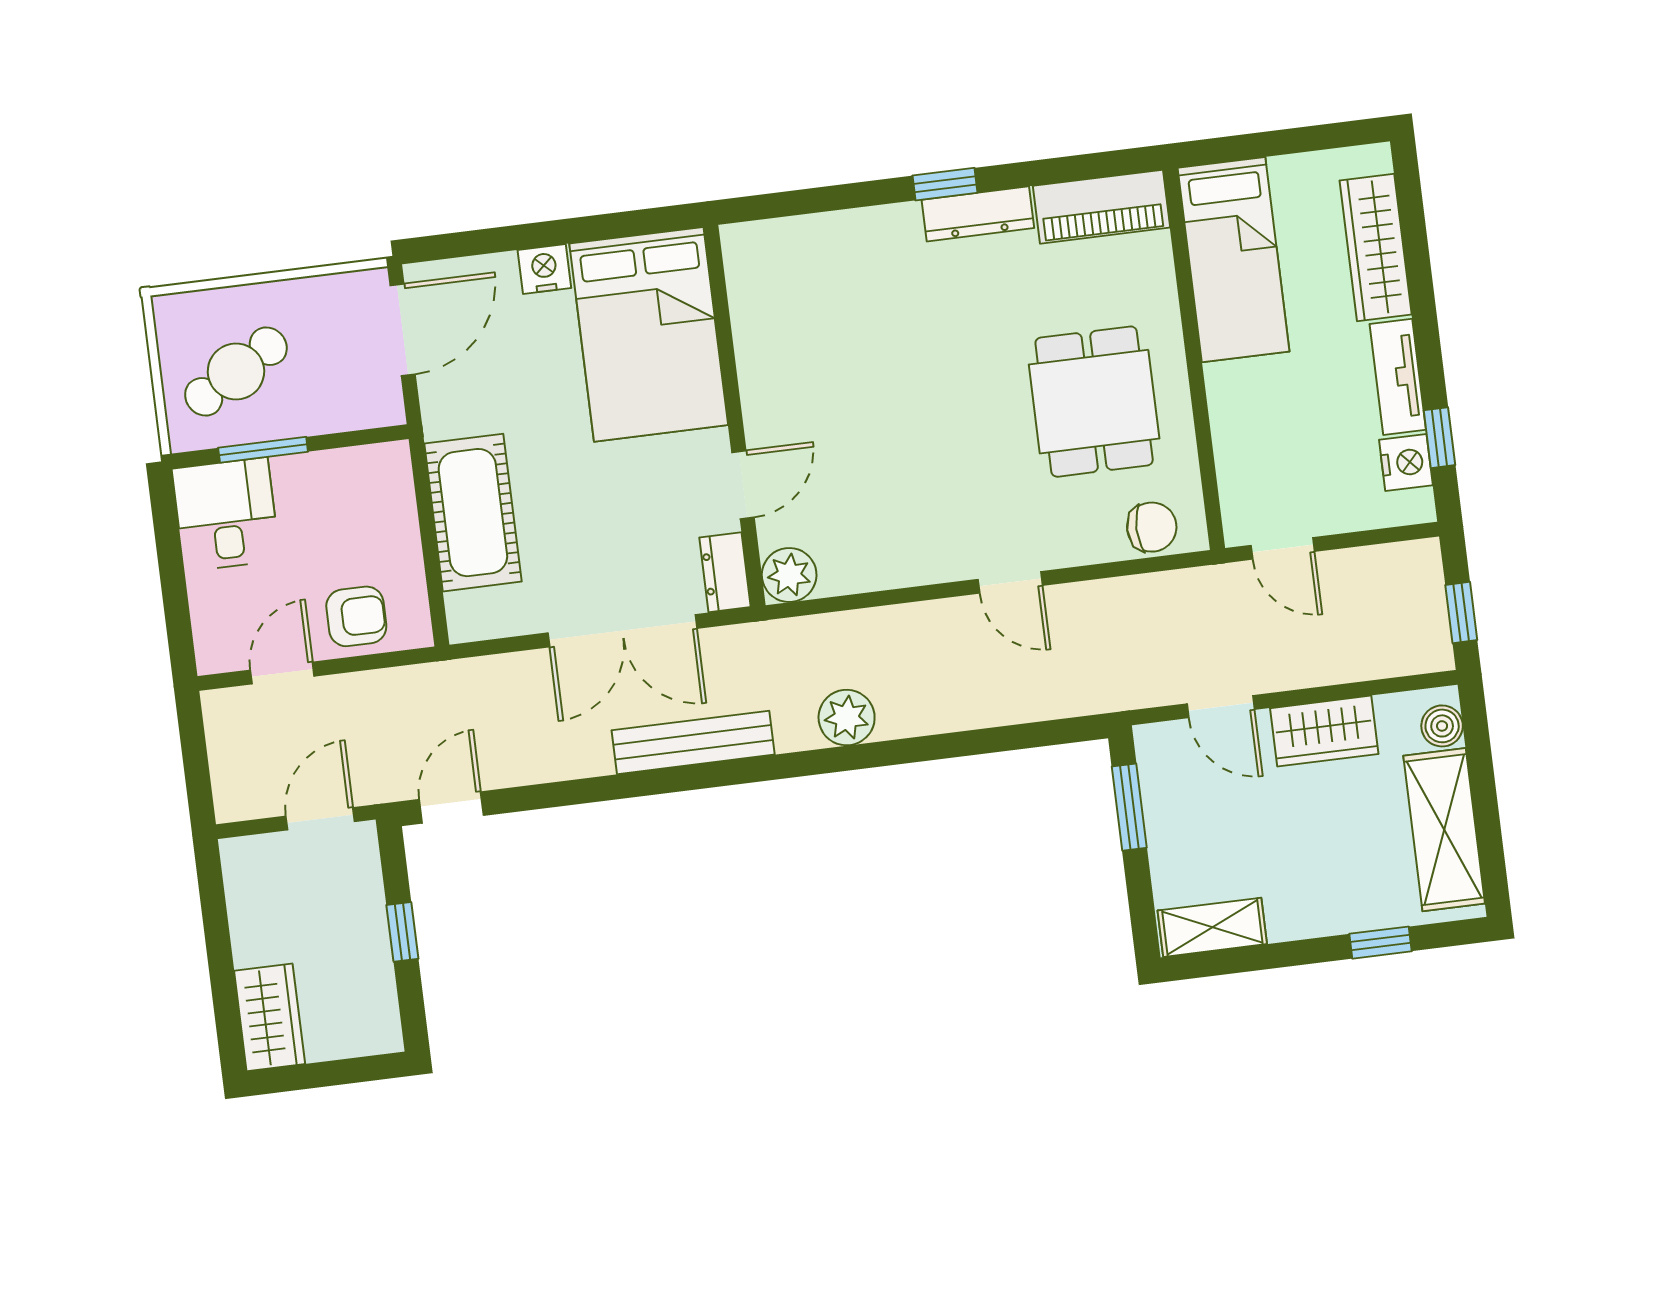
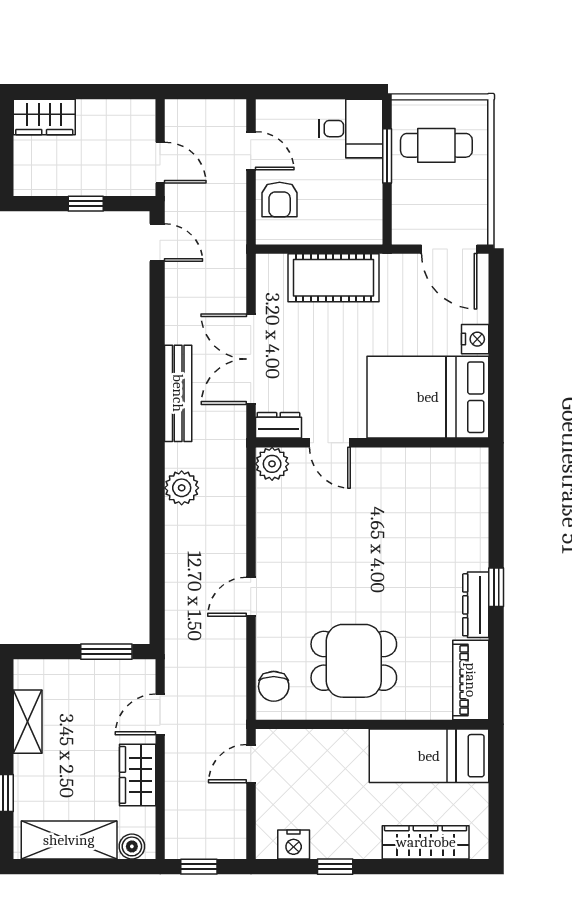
cafe table: (236, 371) -> (436, 145), turned -59
tv unit: (1398, 377) -> (346, 846), removed
window: (1439, 438) -> (335, 867), moved
shelving: (1212, 927) -> (28, 722), moved

